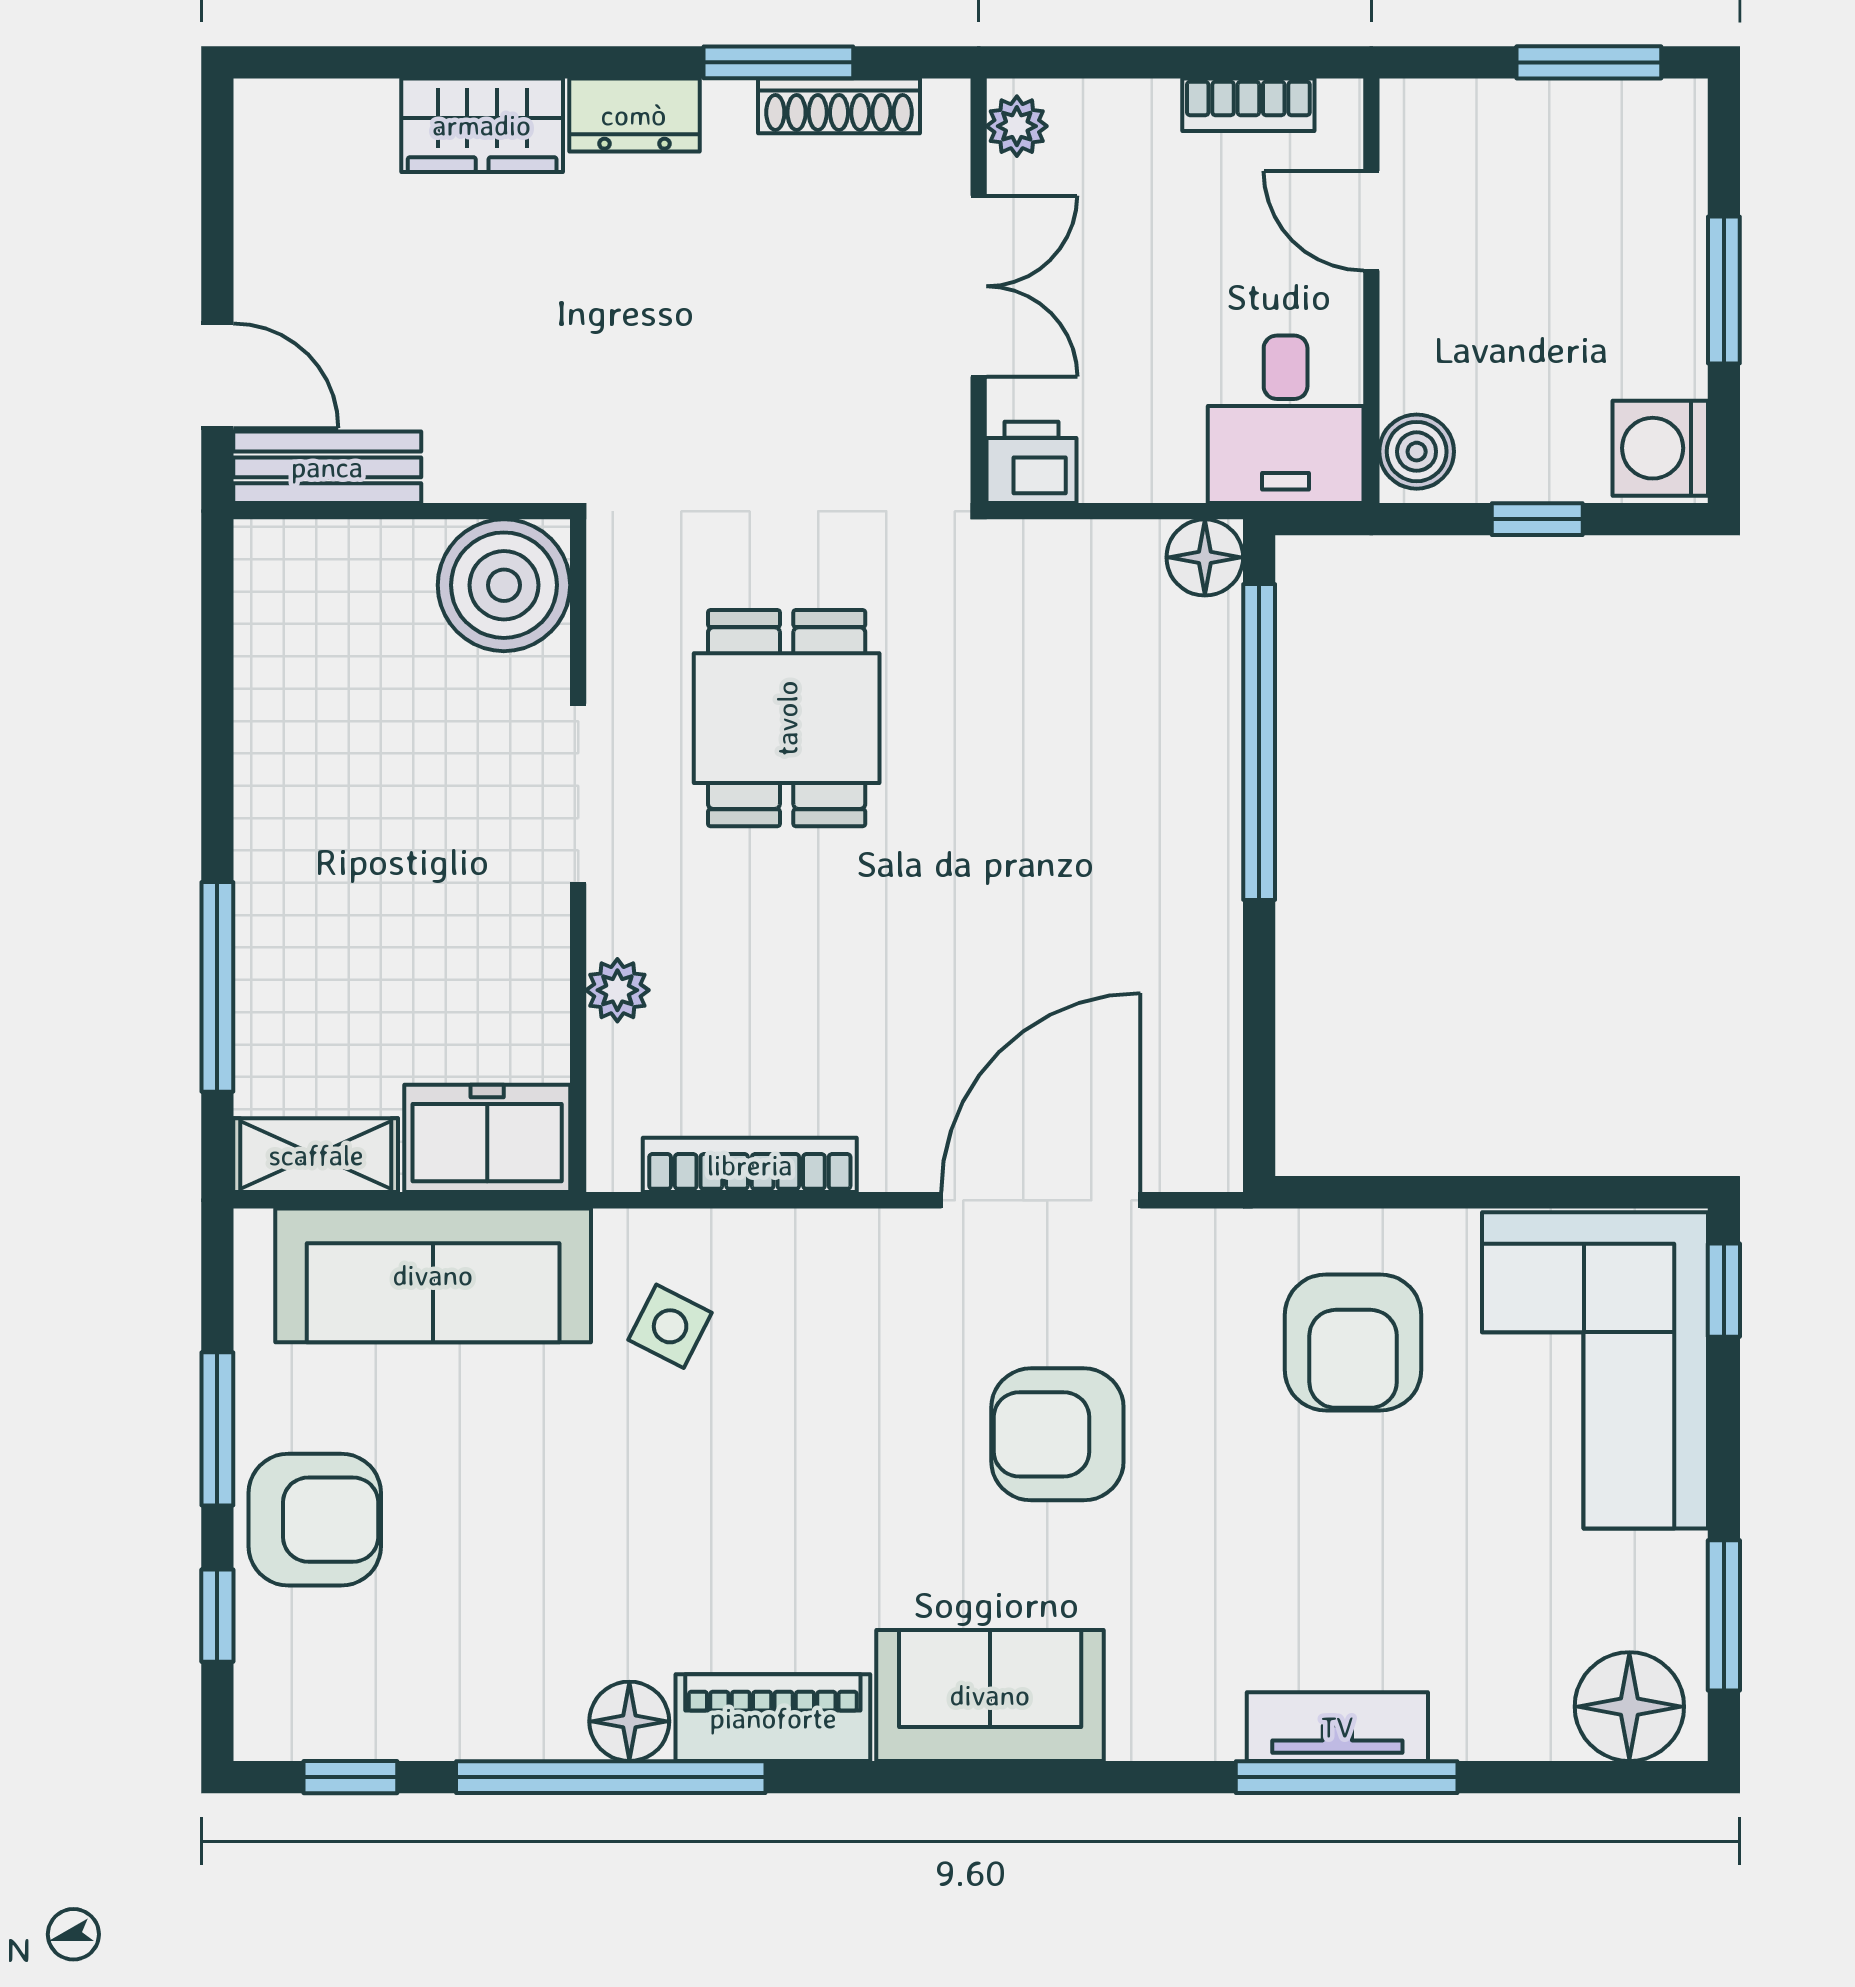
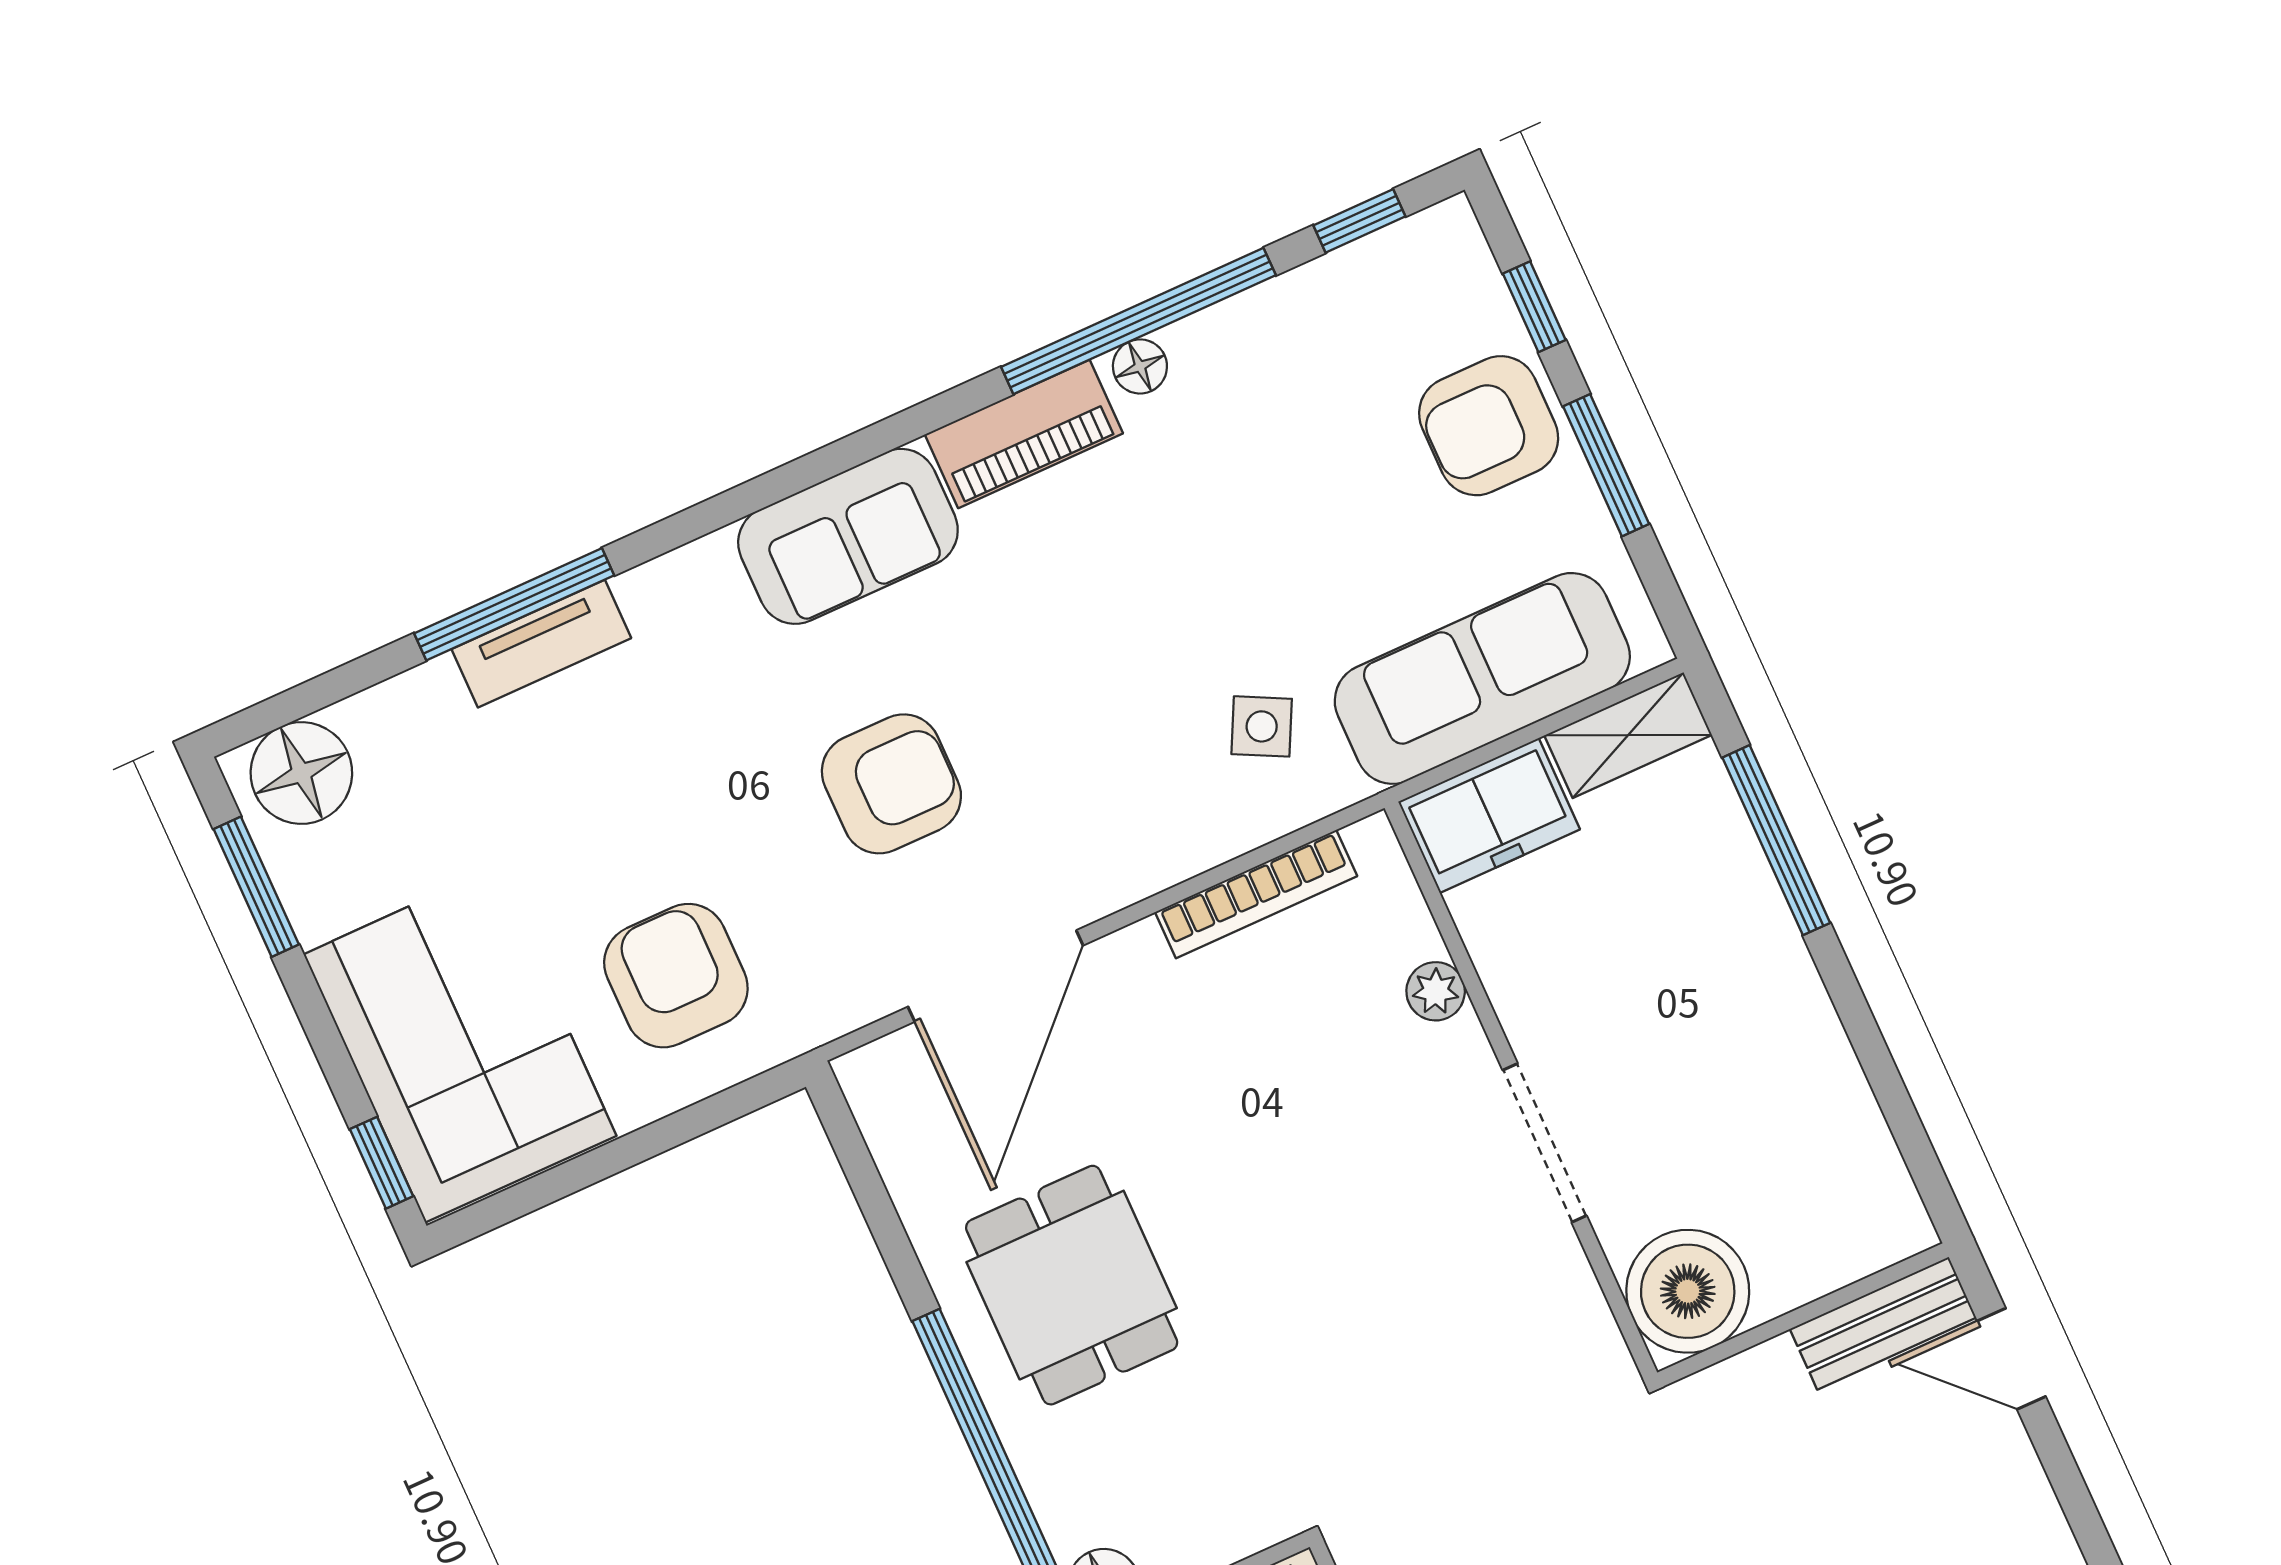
dining table: (787, 718) -> (1072, 1285), moved
floor lamp: (629, 1721) -> (1140, 366), width x0.73, depth x0.73

